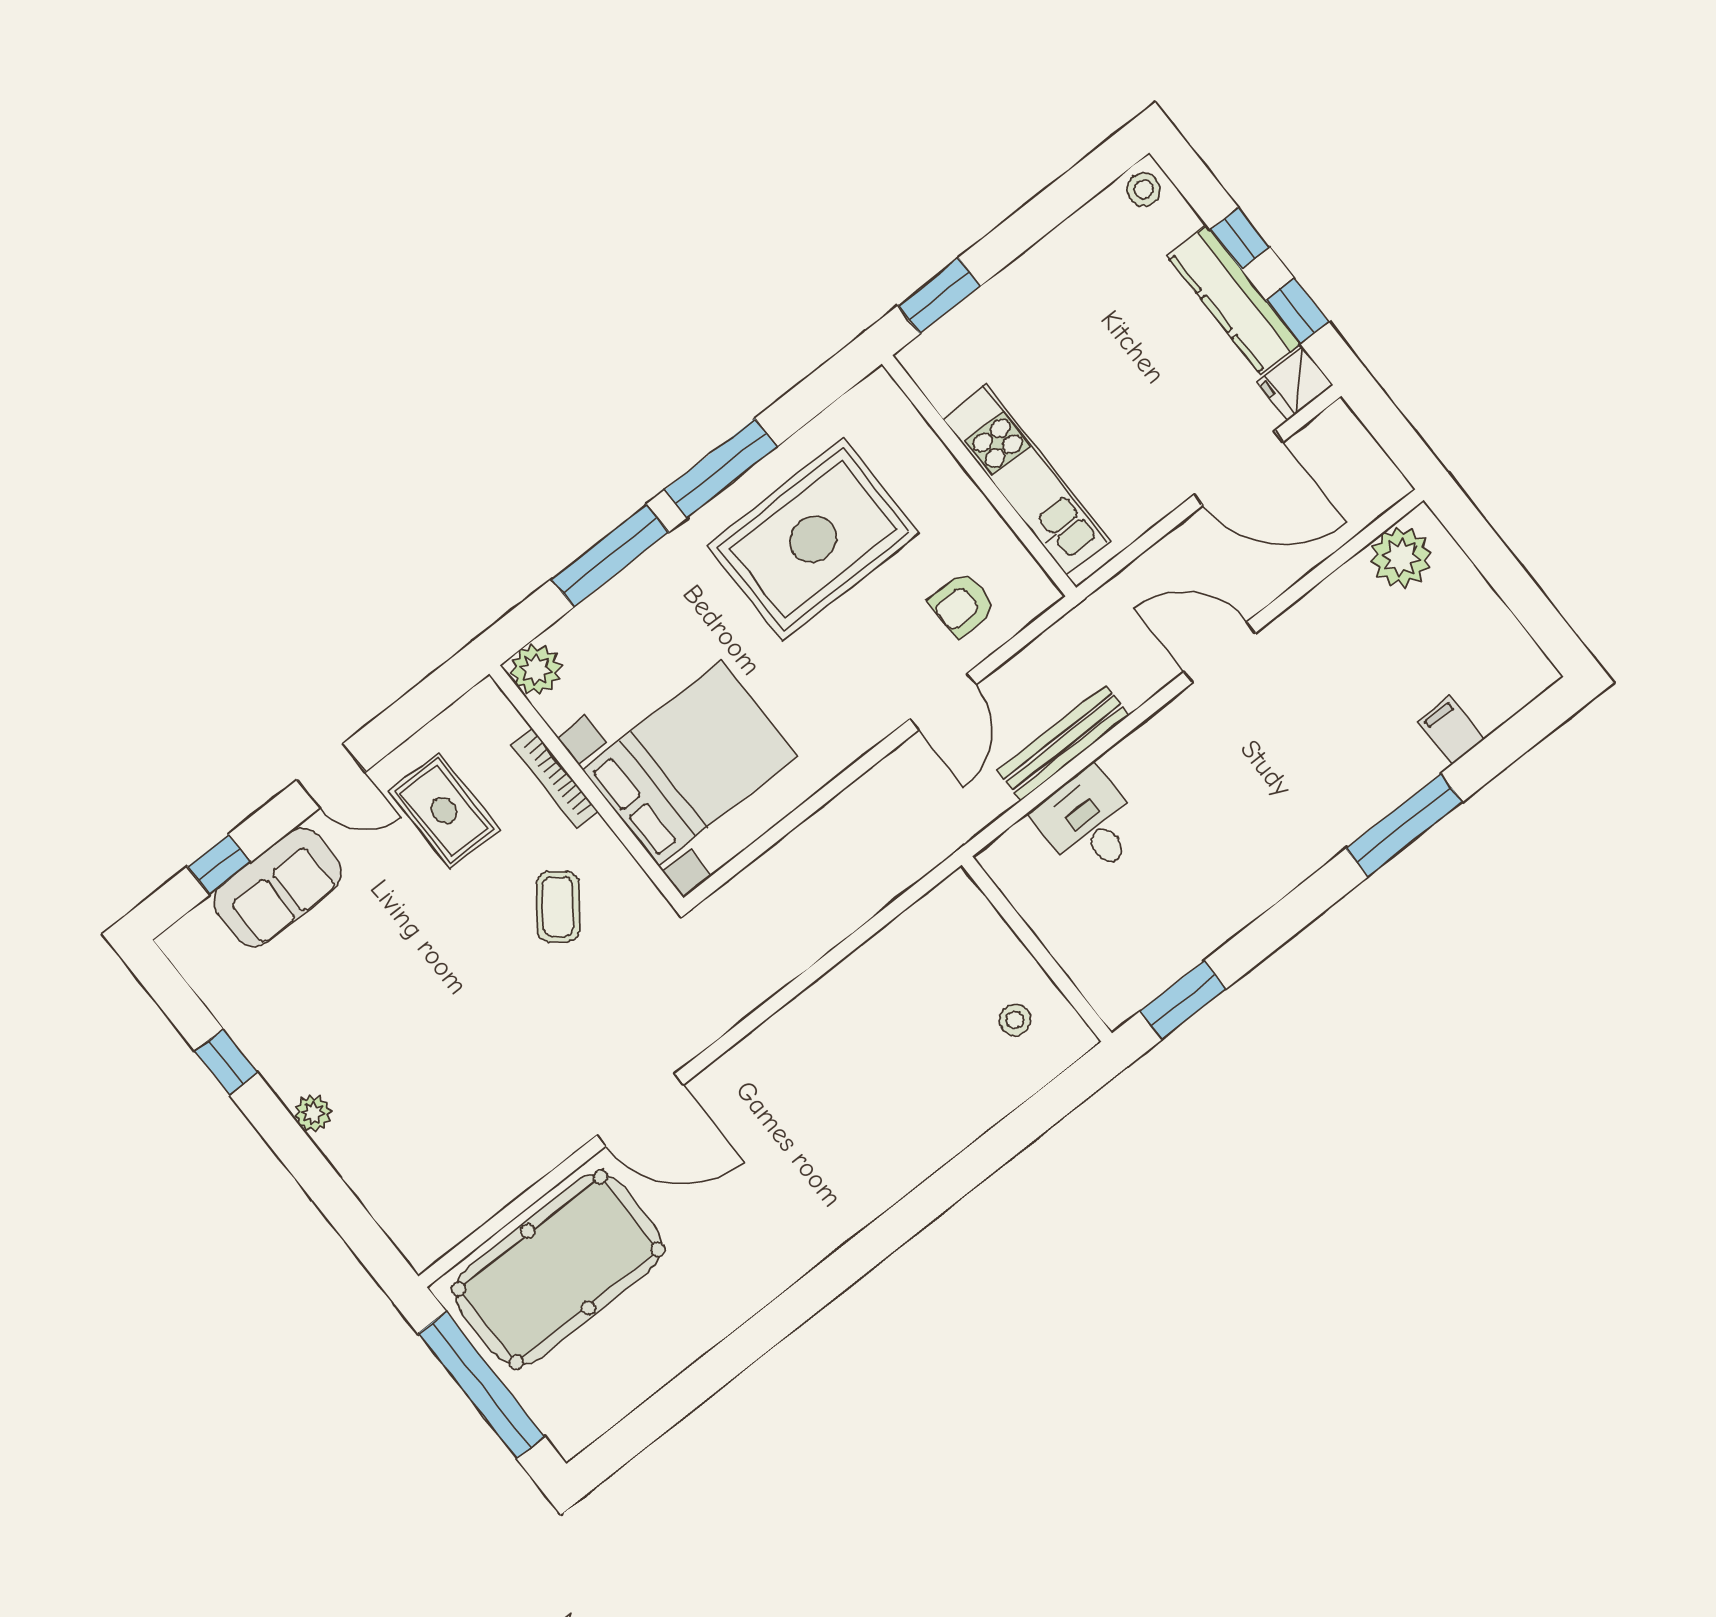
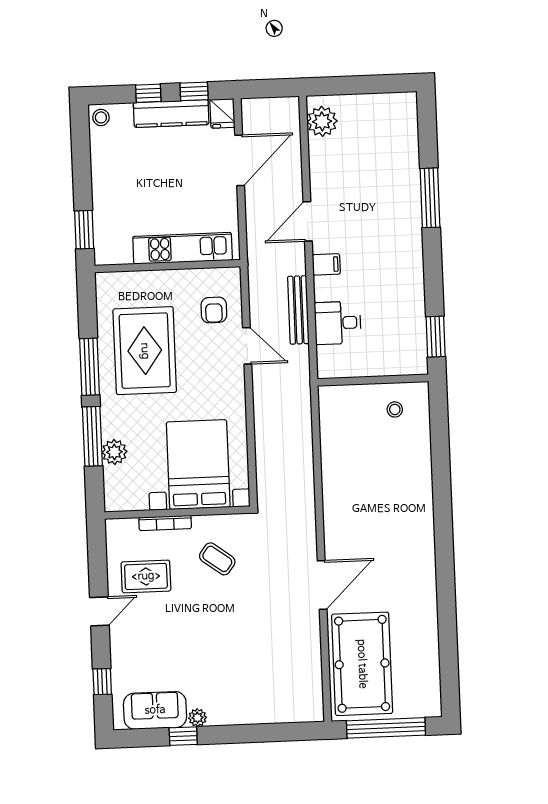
plant: (536, 670) -> (114, 452), moved
filing cabinet: (1451, 730) -> (326, 264), moved, turned 180
sofa: (278, 887) -> (155, 710), moved, turned -90
plant: (313, 1113) -> (197, 718), moved

